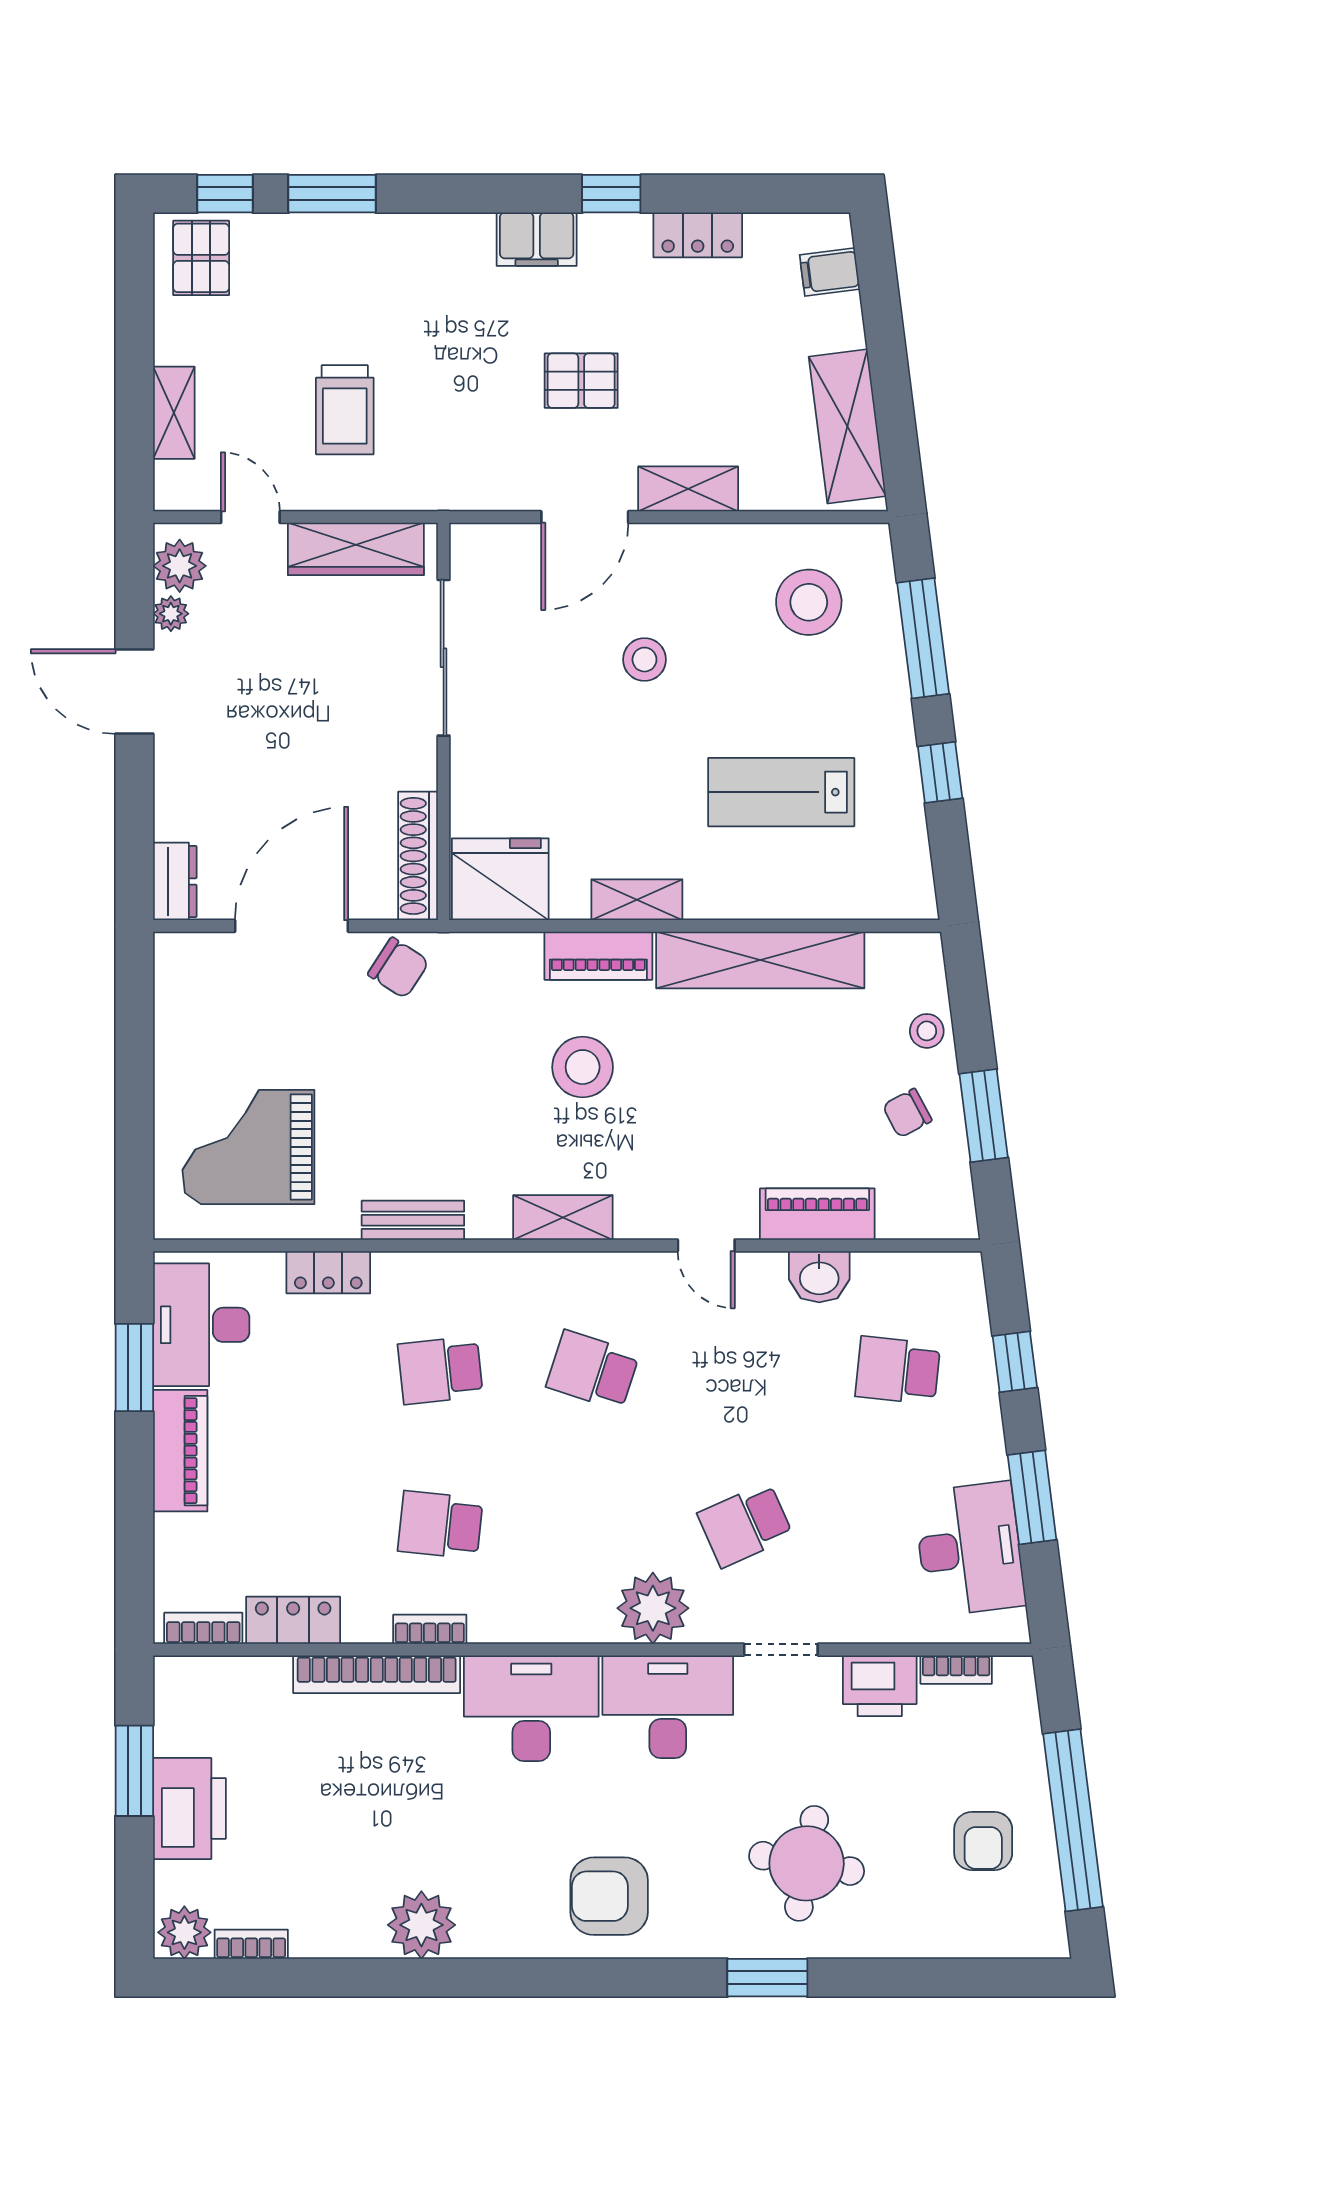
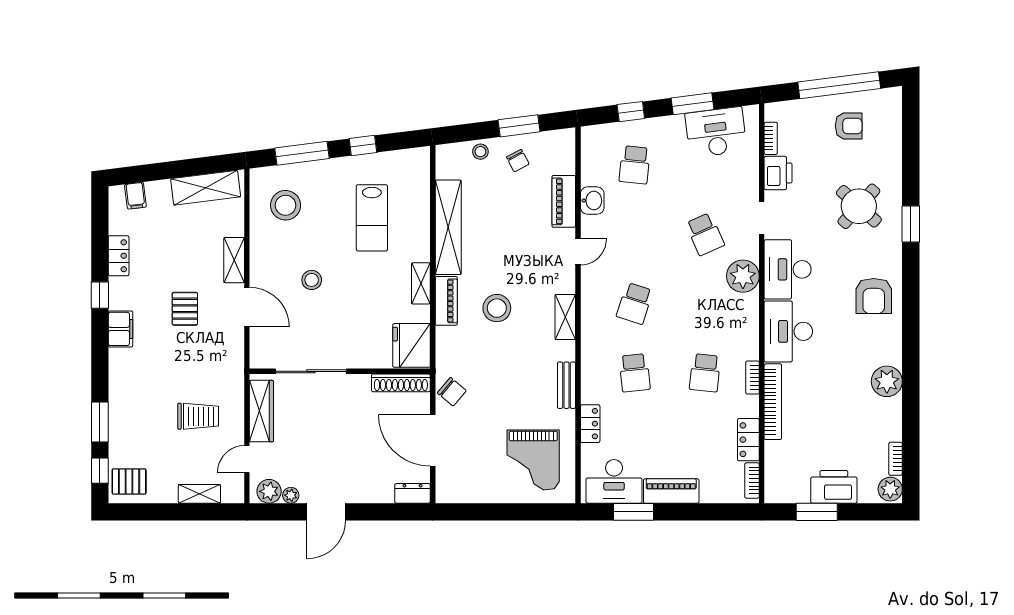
chair: (398, 968) -> (452, 392), turned 97
round table: (807, 1863) -> (859, 206), turned 32

